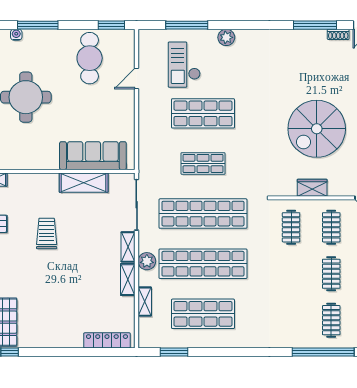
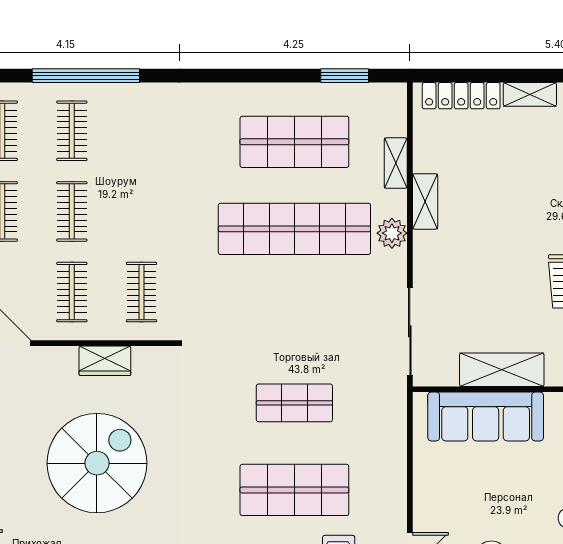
shop shelf: (203, 214) -> (294, 316), removed
shelving: (128, 247) -> (530, 94), moved, turned 90

